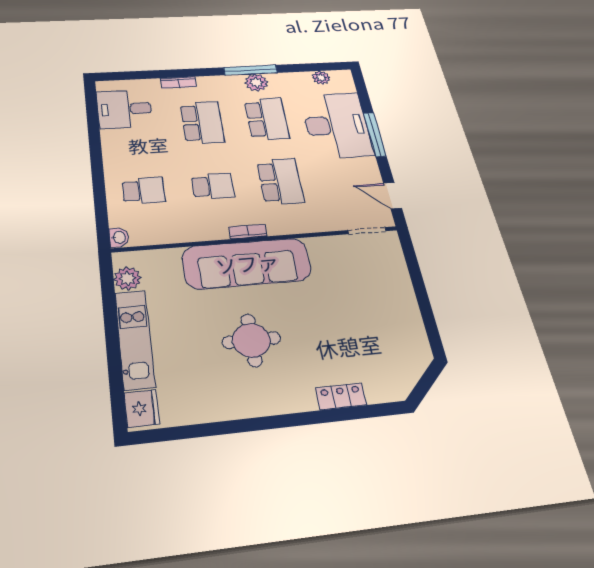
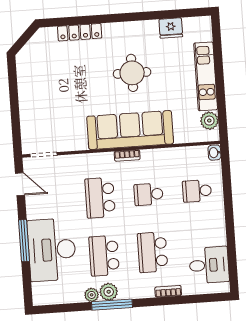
plant: (321, 78) -> (92, 295), moved
locker: (341, 396) -> (80, 32), width x1.53
fridge: (142, 408) -> (171, 28), moved, turned -90

